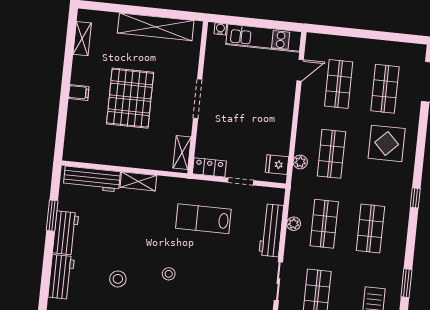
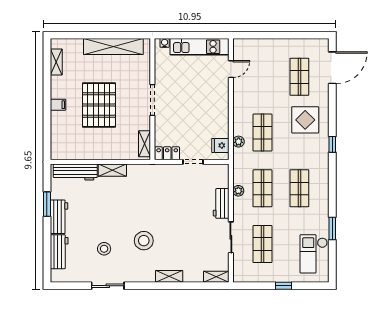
shop shelf: (339, 84) -> (262, 77), removed
window: (415, 198) -> (332, 144), moved
lab bench: (203, 219) -> (167, 194), removed
workbench: (271, 230) -> (221, 203), width x0.73
stool: (169, 274) -> (144, 241), width x1.89, depth x1.89

